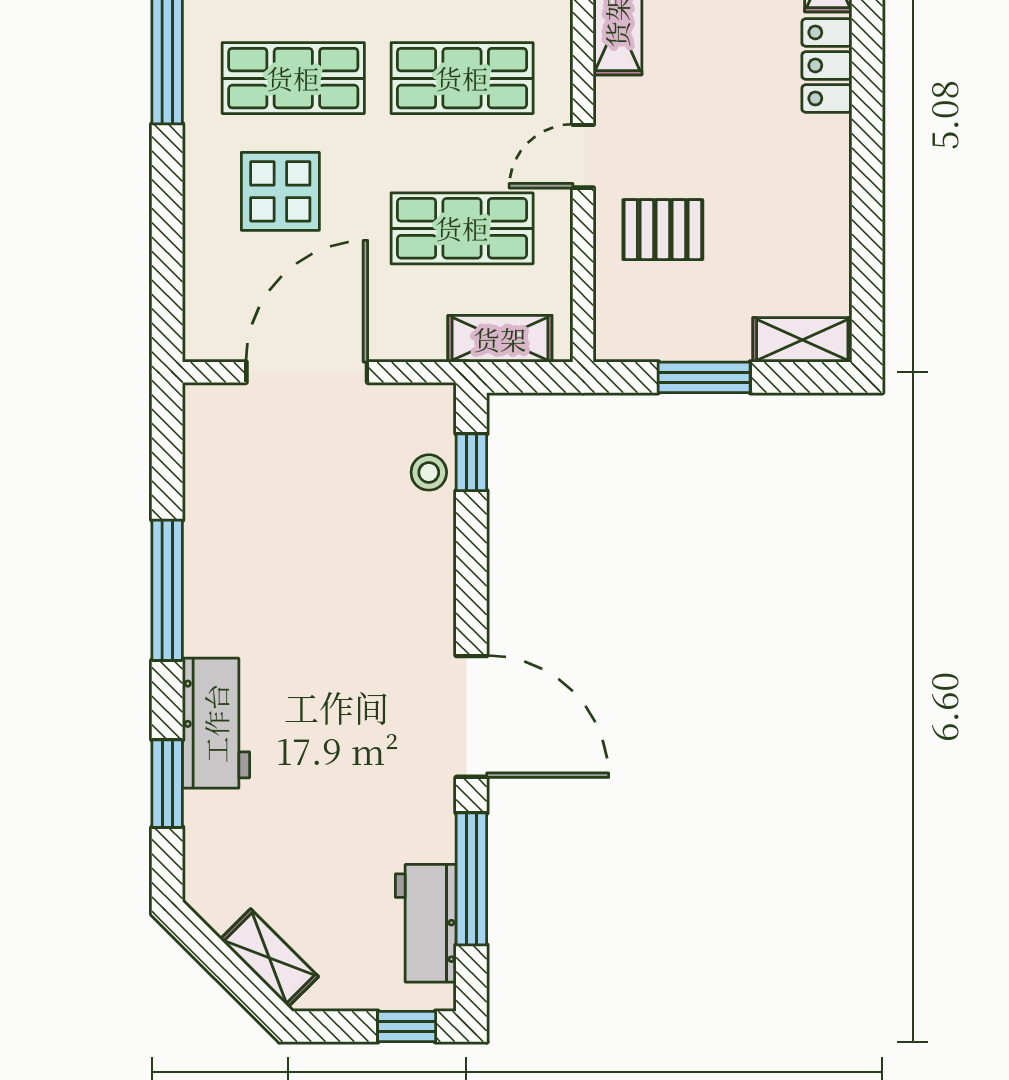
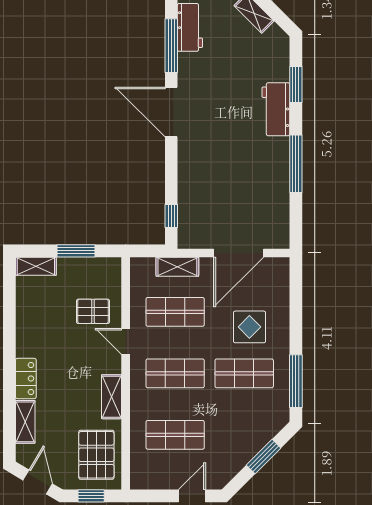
door: (583, 156) -> (126, 341), swing flipped
shelving: (500, 339) -> (177, 267), moved
stool: (429, 472) -> (189, 212), removed

